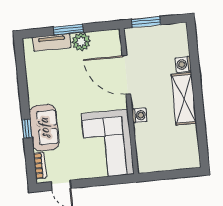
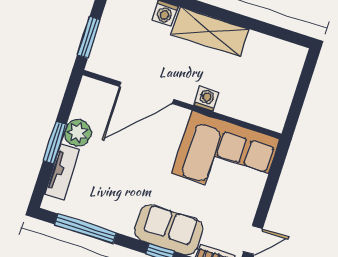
window: (22, 74) -> (86, 229), added

